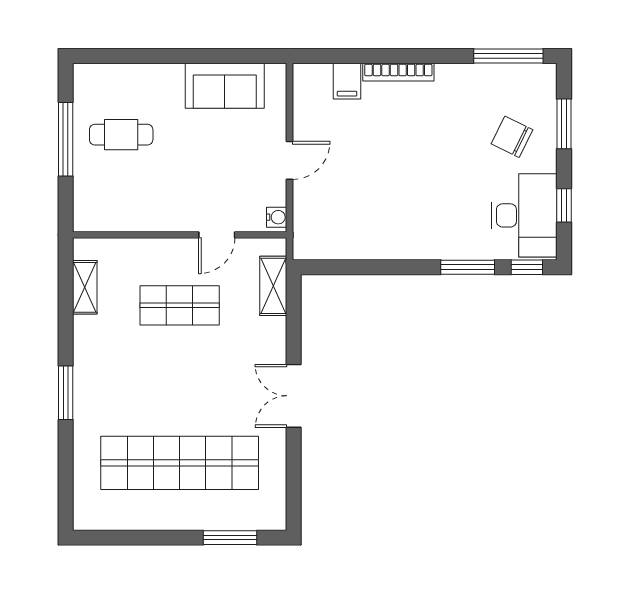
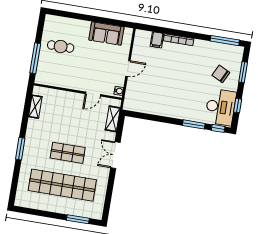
window: (66, 139) -> (35, 58), moved
shop shelf: (180, 305) -> (68, 153), moved
double door: (294, 396) -> (115, 155), moved

